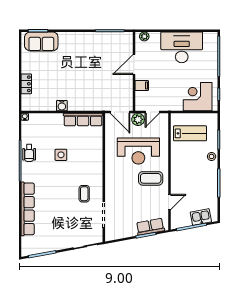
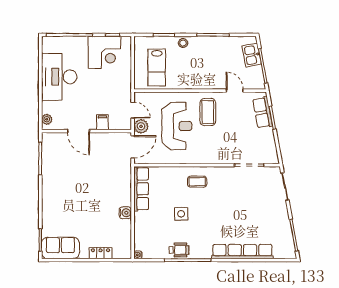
sofa: (41, 41) -> (60, 248), moved, turned -90
corner desk: (198, 97) -> (105, 52), moved, turned -90
lab bench: (190, 133) -> (157, 67), turned 180
coffee table: (84, 194) -> (197, 182), moved

